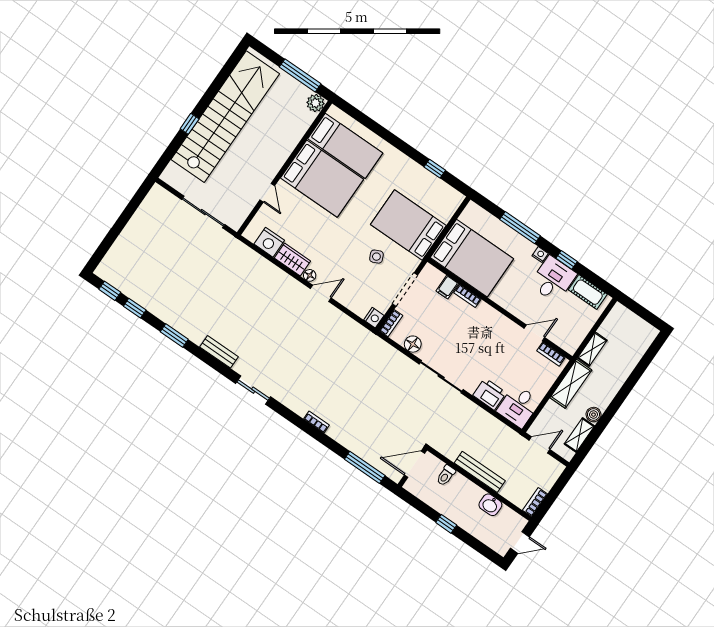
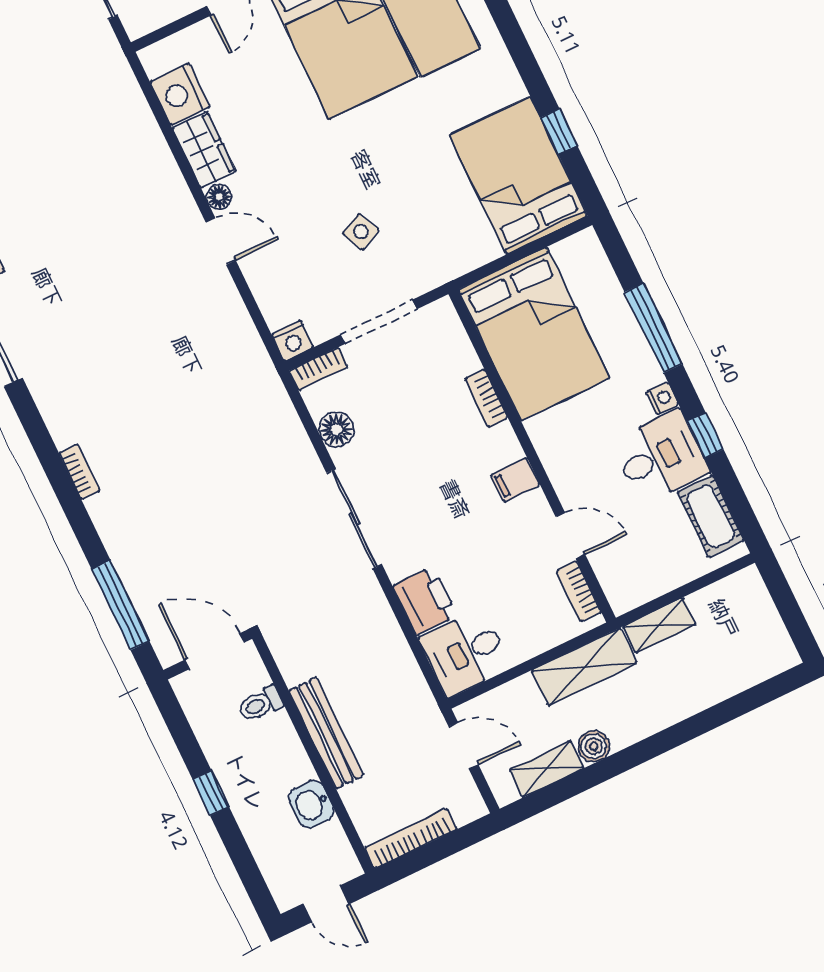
bed: (408, 225) -> (518, 175), moved
filing cabinet: (447, 287) -> (515, 480), moved
bookcase: (535, 502) -> (411, 838), width x1.56

